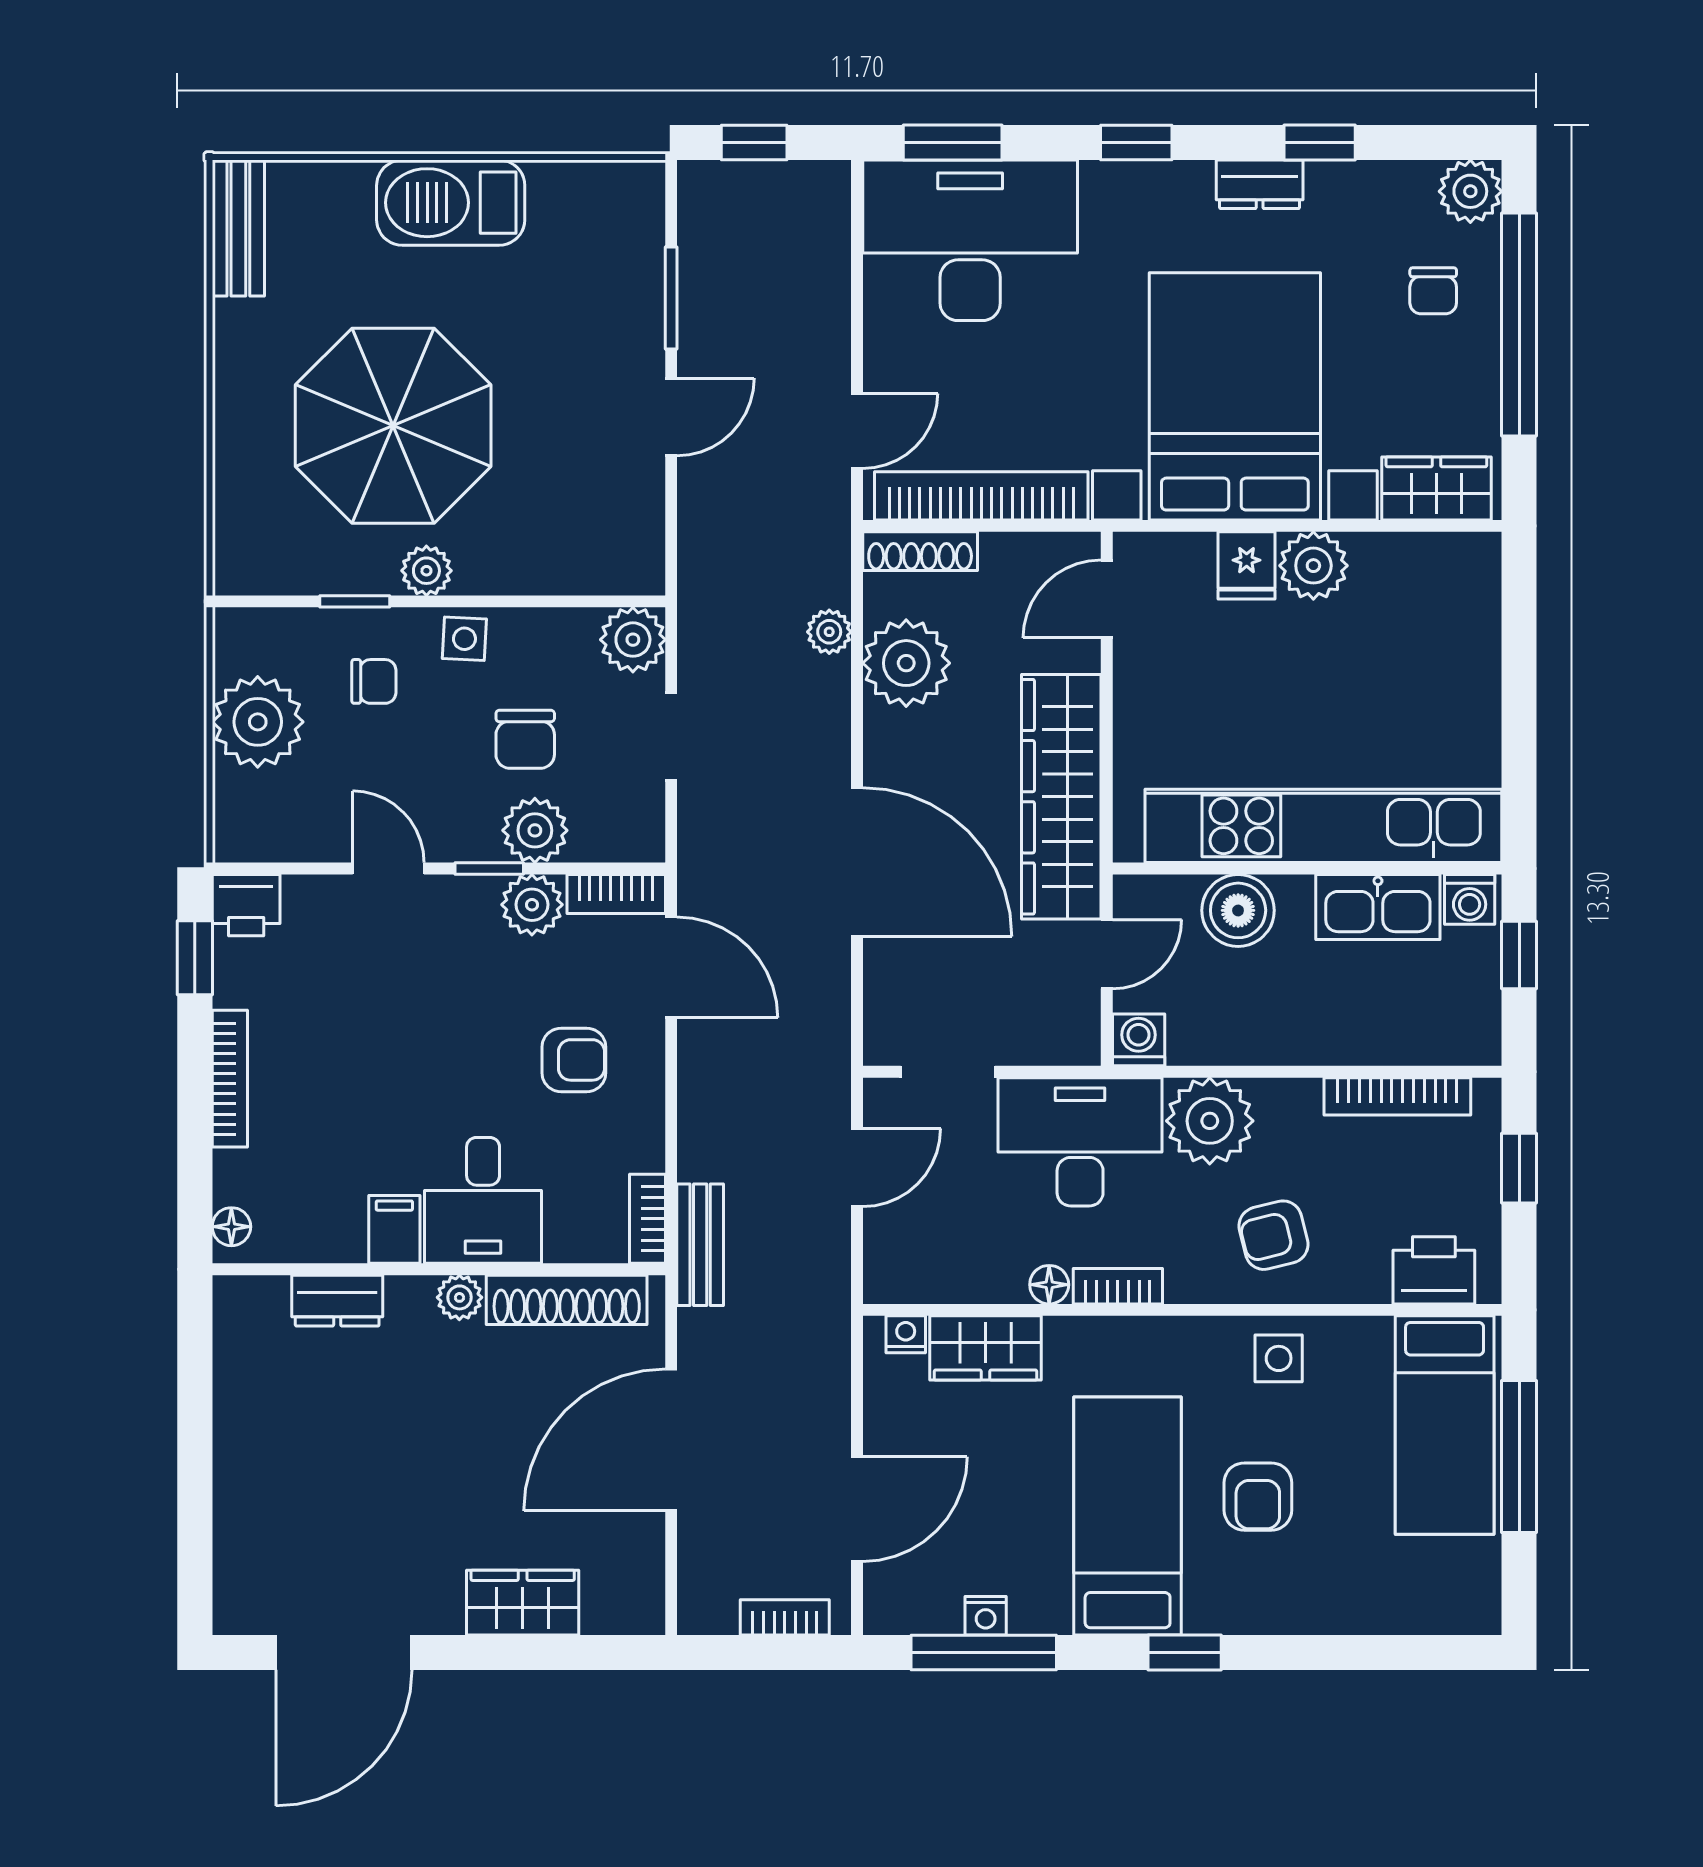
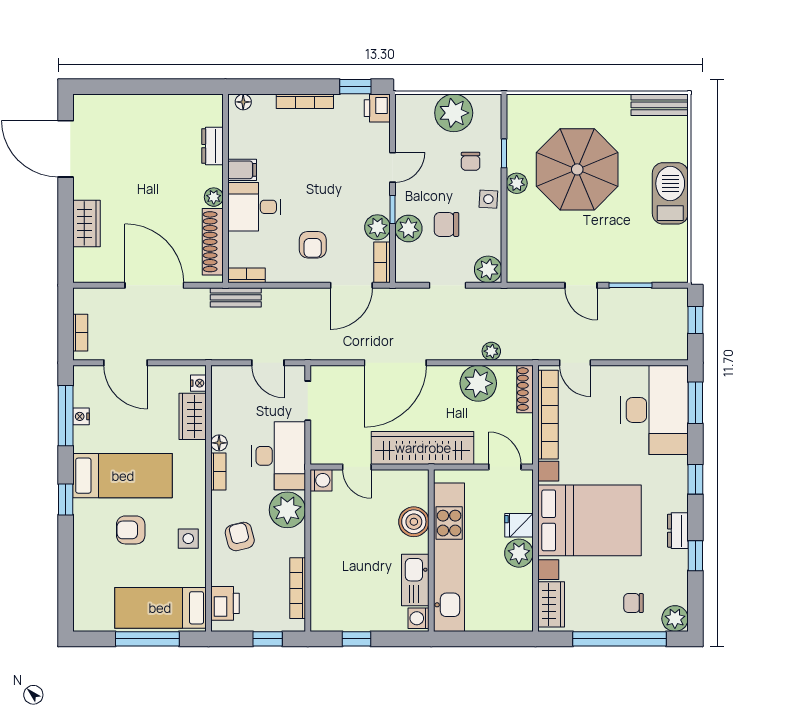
kitchen unit: (1323, 826) -> (449, 557), moved
wall: (1307, 869) -> (431, 550), moved
washing machine: (1470, 899) -> (418, 618), moved
kitchen sink: (1378, 907) -> (415, 580), moved
boiler: (1238, 910) -> (414, 522), moved

